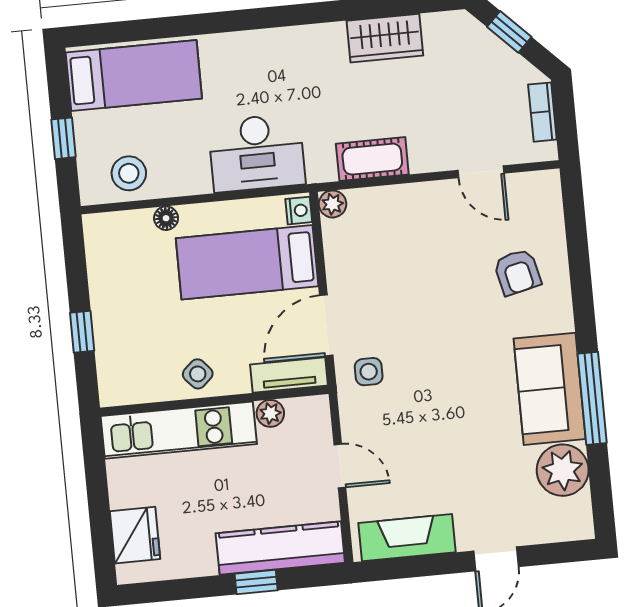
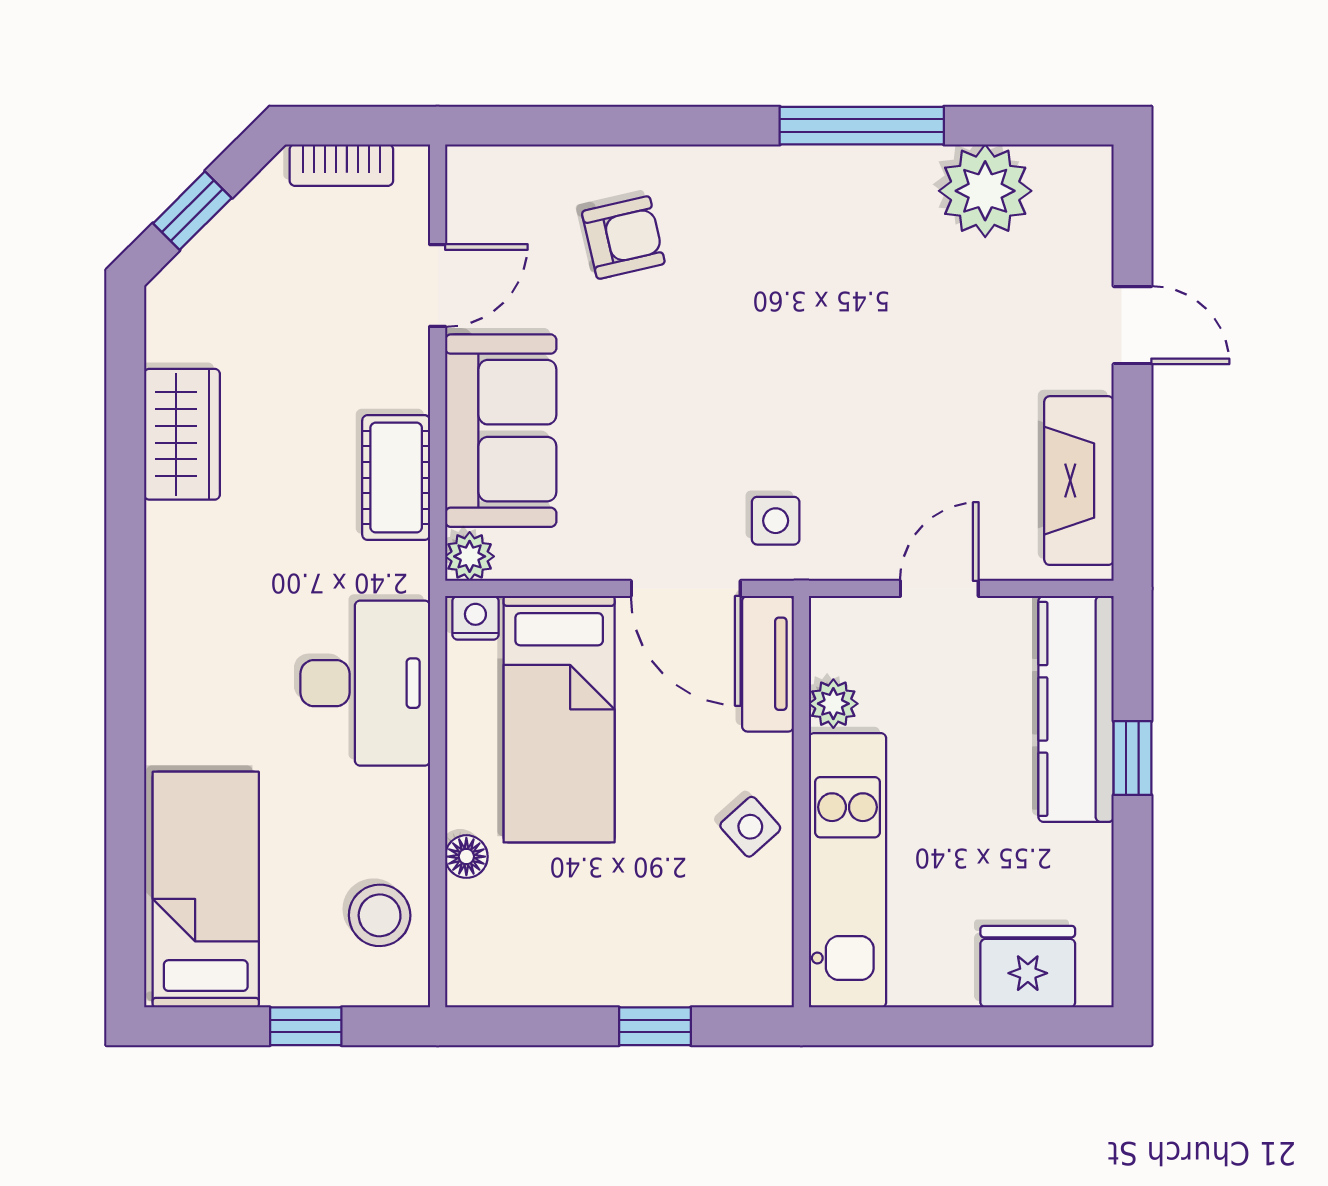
sofa: (550, 389) -> (501, 431), moved, turned -90

